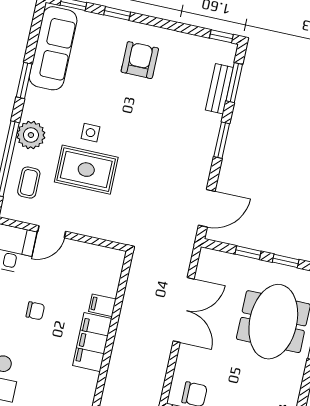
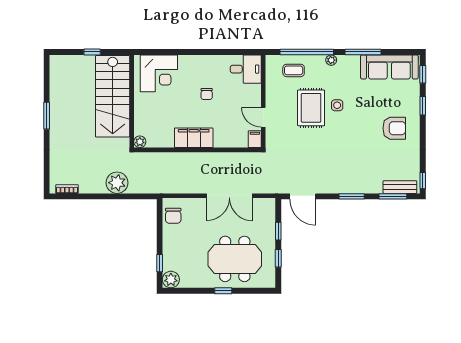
window: (24, 80) -> (363, 52), width x1.44
bench: (219, 89) -> (400, 187), moved
plant: (31, 135) -> (331, 60), width x0.53, depth x0.53
door: (52, 232) -> (263, 117), moved
filing cabinet: (102, 305) -> (255, 139), moved

